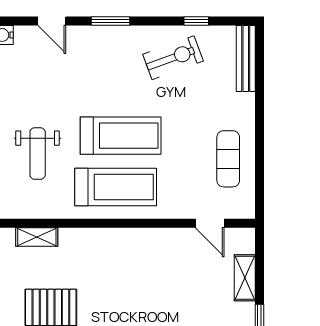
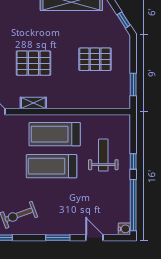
shelving: (37, 237) -> (33, 103), moved
pallet: (150, 301) -> (33, 63), added

